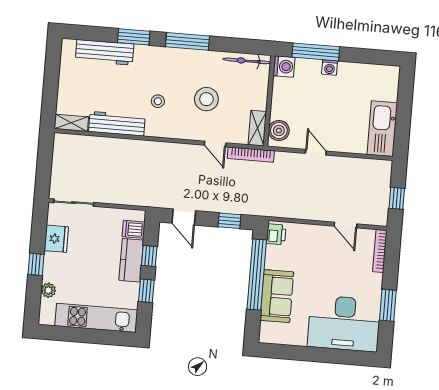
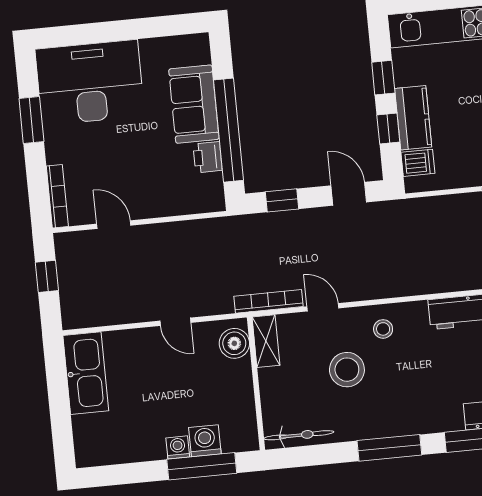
washing machine: (284, 66) -> (205, 441), moved, turned 90
stool: (158, 101) -> (383, 329), moved
printer: (276, 234) -> (208, 157), moved

